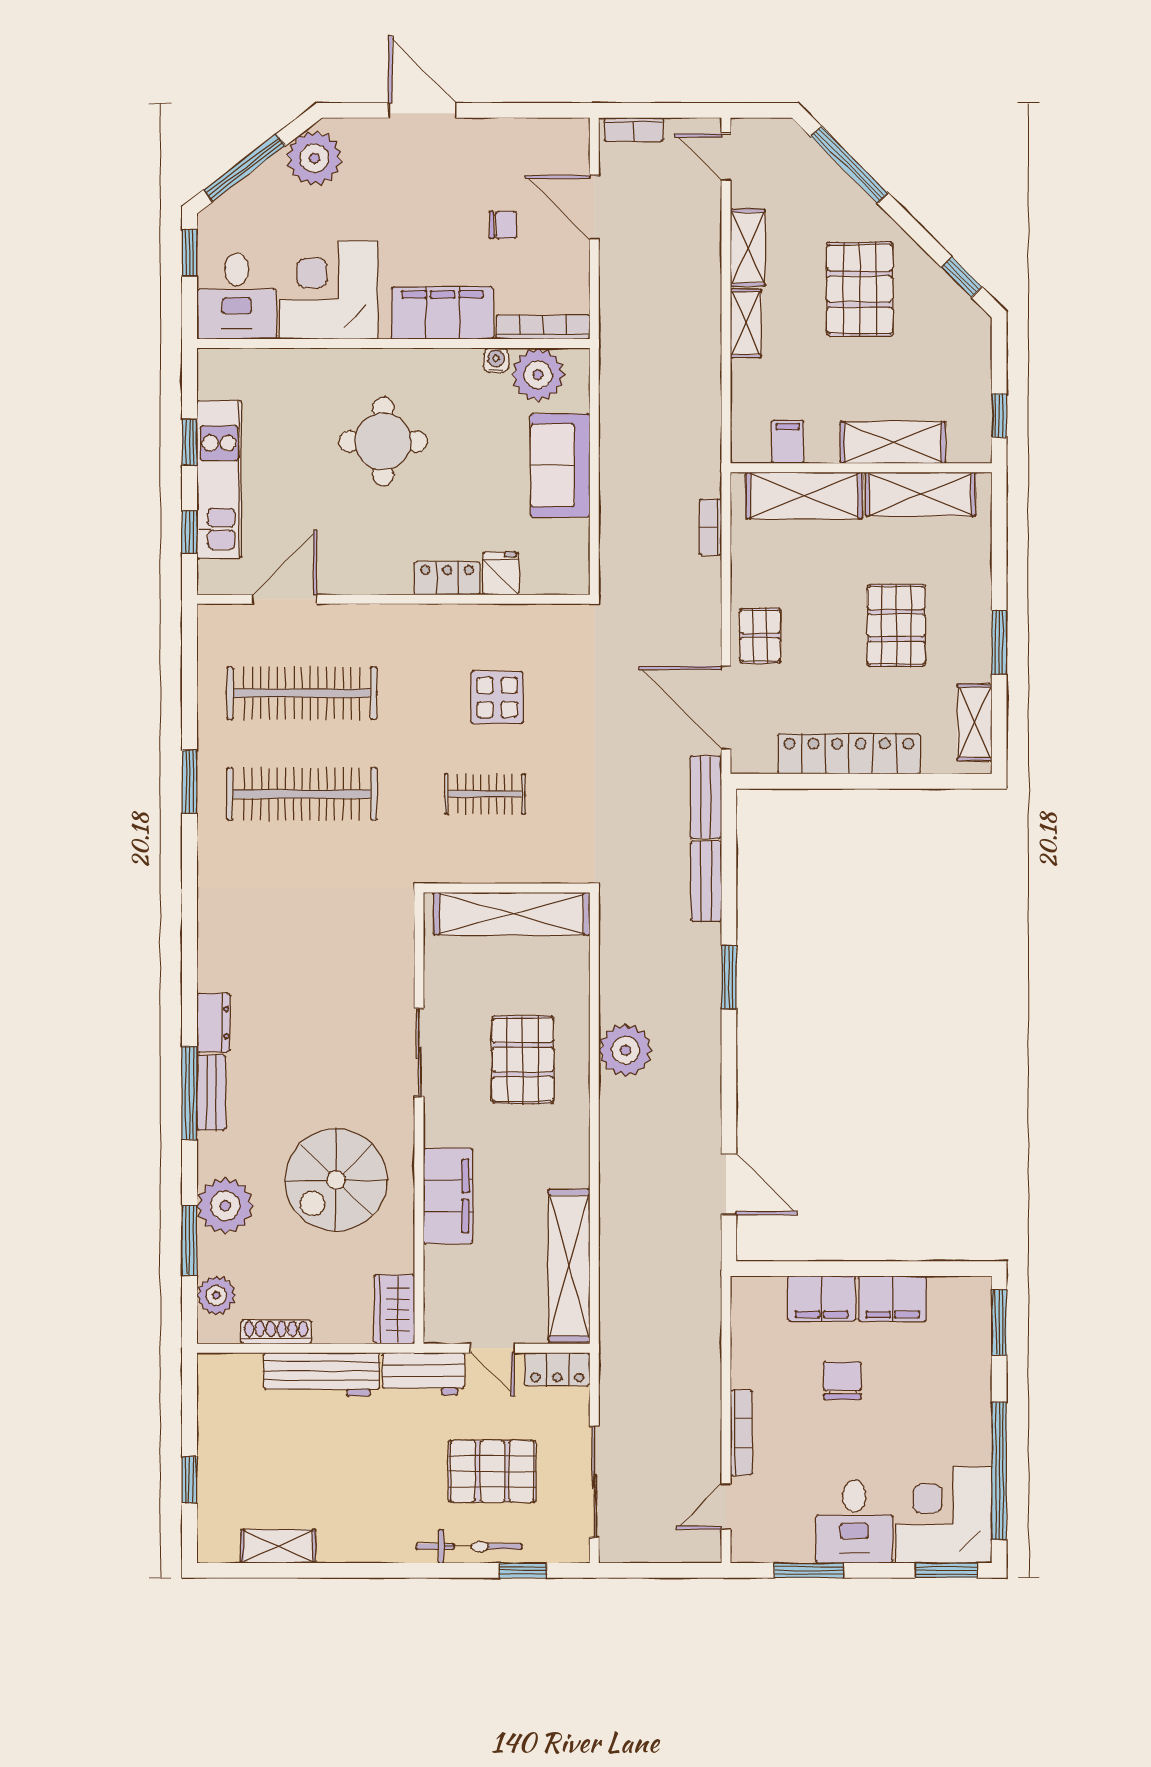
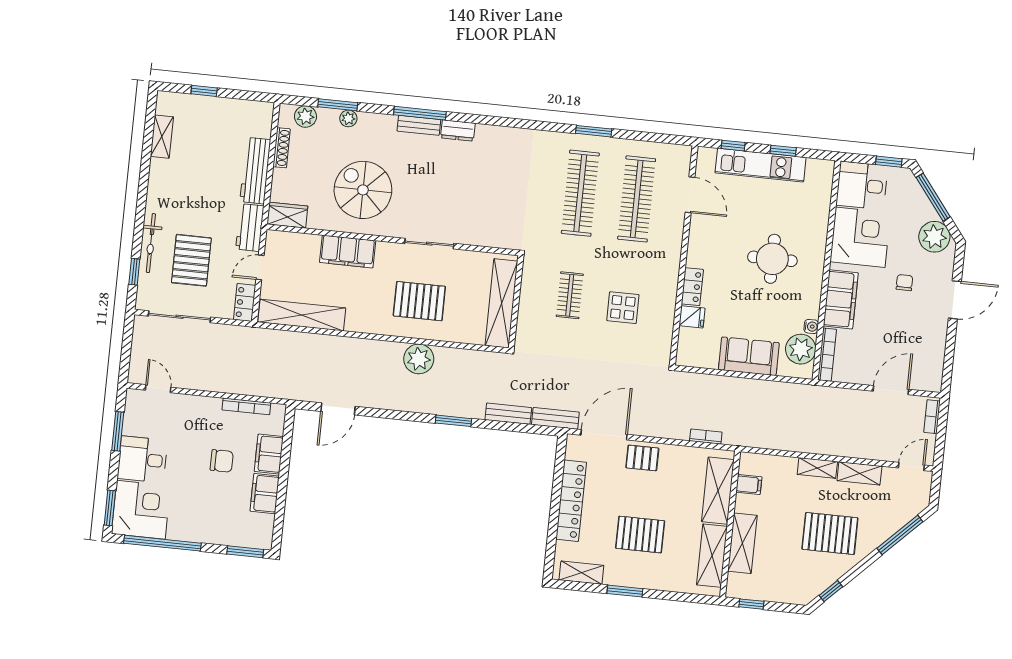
chair: (503, 225) -> (904, 283), moved, turned 180
plant: (225, 1206) -> (348, 118), width x0.53, depth x0.53
bookcase: (741, 1433) -> (246, 406), moved

